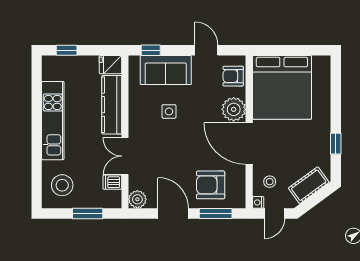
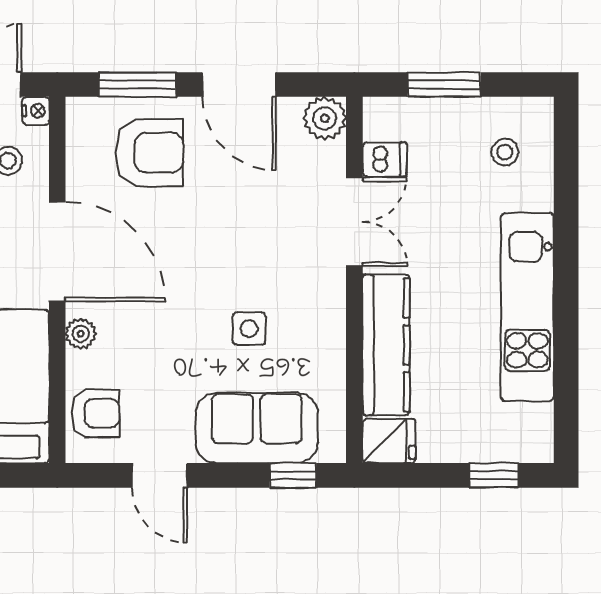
plant: (234, 109) -> (81, 334), width x0.53, depth x0.53
stool: (62, 185) -> (505, 152), width x0.53, depth x0.53

